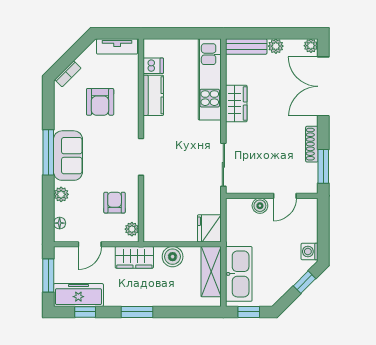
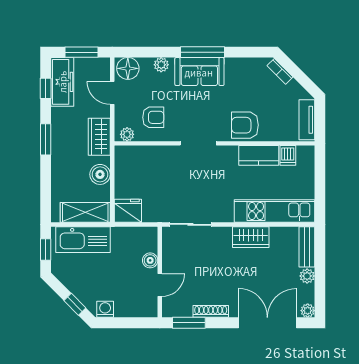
armchair: (100, 102) -> (245, 125), moved
door: (285, 196) -> (160, 285), swing flipped
floor lamp: (60, 223) -> (128, 68), width x1.89, depth x1.89

